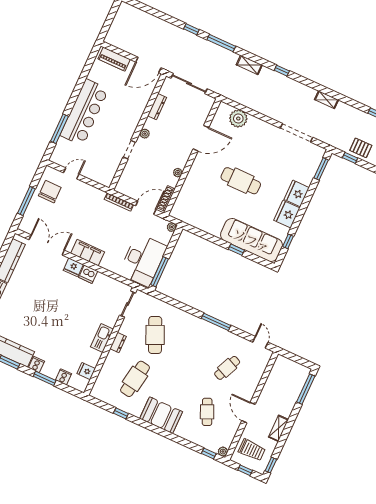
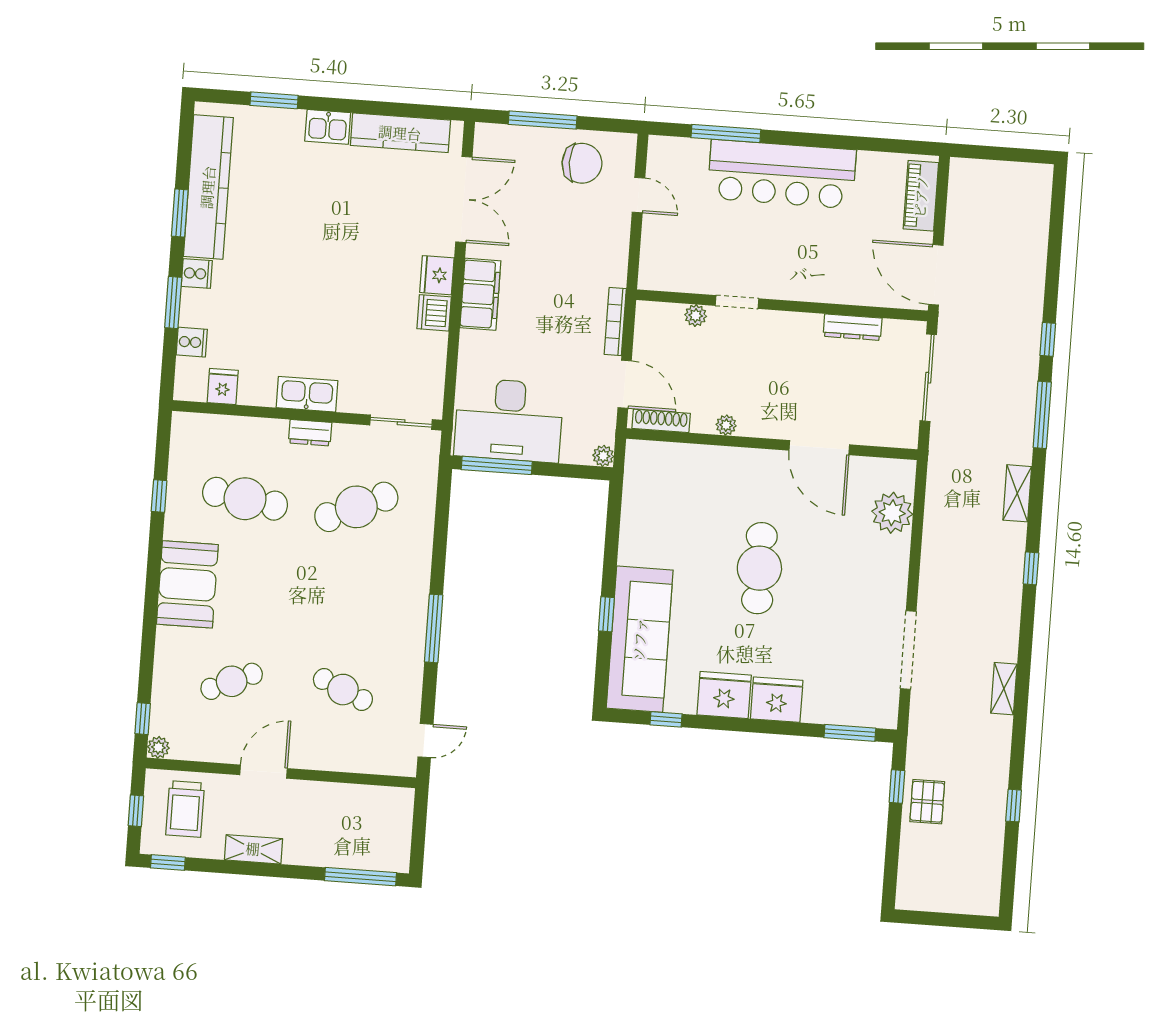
plant: (145, 134) -> (696, 315), moved

